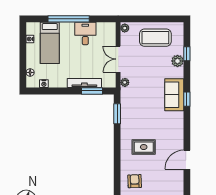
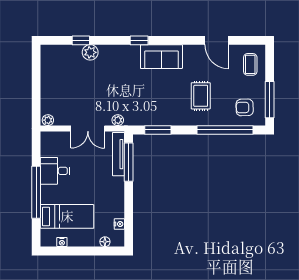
coffee table: (155, 38) -> (250, 64), moved, width x0.54, depth x0.58
tv unit: (84, 83) -> (118, 154), moved
window: (92, 91) -> (129, 162), width x1.44
sofa: (174, 95) -> (161, 57), moved
window: (117, 166) -> (225, 130), added

